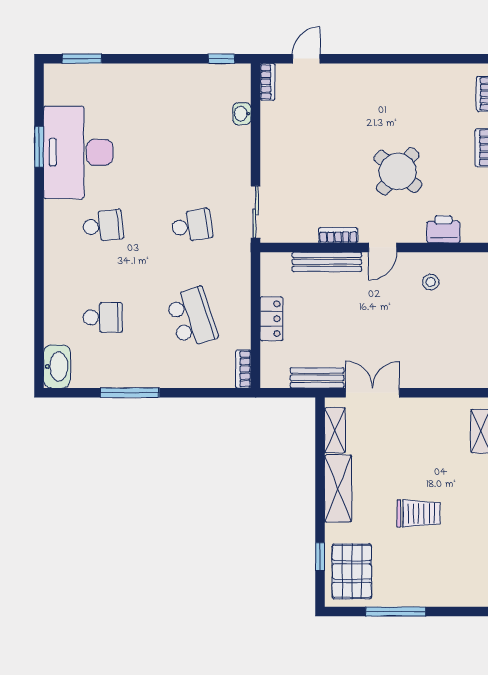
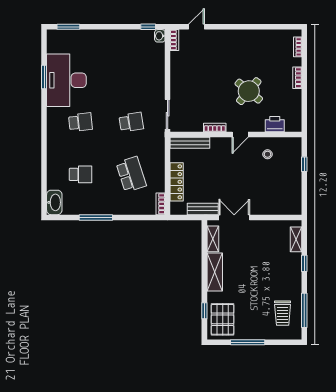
washbasin: (242, 114) -> (160, 36), moved
bench: (327, 262) -> (190, 143), moved
locker: (271, 319) -> (177, 182), width x1.53
trolley: (419, 513) -> (283, 313), moved, turned 90

